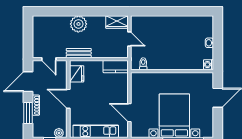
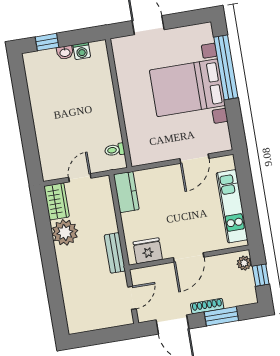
plant: (78, 24) -> (65, 232), moved
window: (218, 33) -> (47, 42), added
washing machine: (208, 65) -> (82, 51), moved

